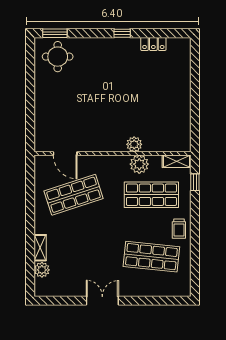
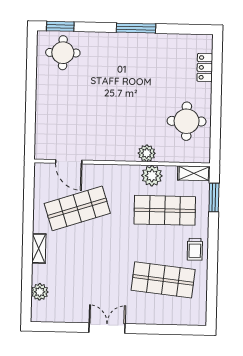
window: (122, 33) -> (136, 28), width x2.17
locker: (153, 44) -> (205, 67), moved, turned 90
round table: (169, 115) -> (187, 121), added
window: (195, 182) -> (214, 197), width x1.50
shelving: (40, 248) -> (39, 248), moved

